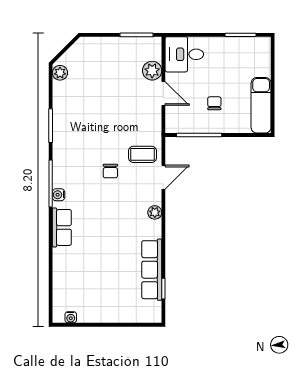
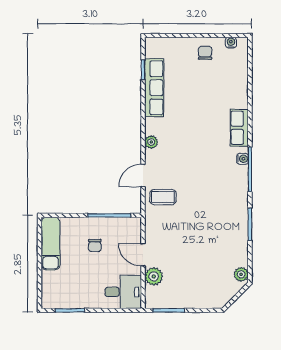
chair: (110, 171) -> (205, 53), moved

